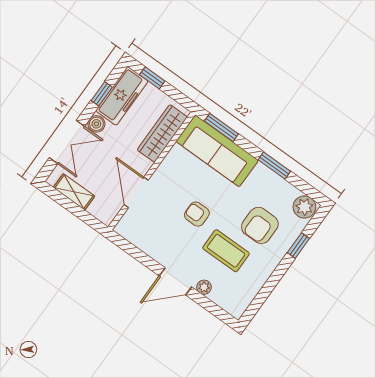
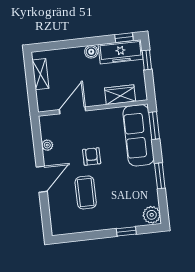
window: (102, 94) -> (124, 38), moved
wardrobe: (162, 133) -> (120, 95), width x0.67
double door: (67, 142) -> (66, 44), removed
armchair: (260, 225) -> (118, 199), removed
door: (175, 281) -> (42, 179), swing flipped
plant: (204, 287) -> (47, 145), moved

